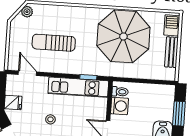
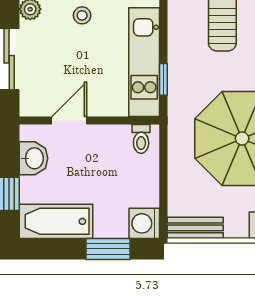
bench: (171, 52) -> (195, 228), moved
washing machine: (120, 106) -> (144, 223), moved, turned 90

